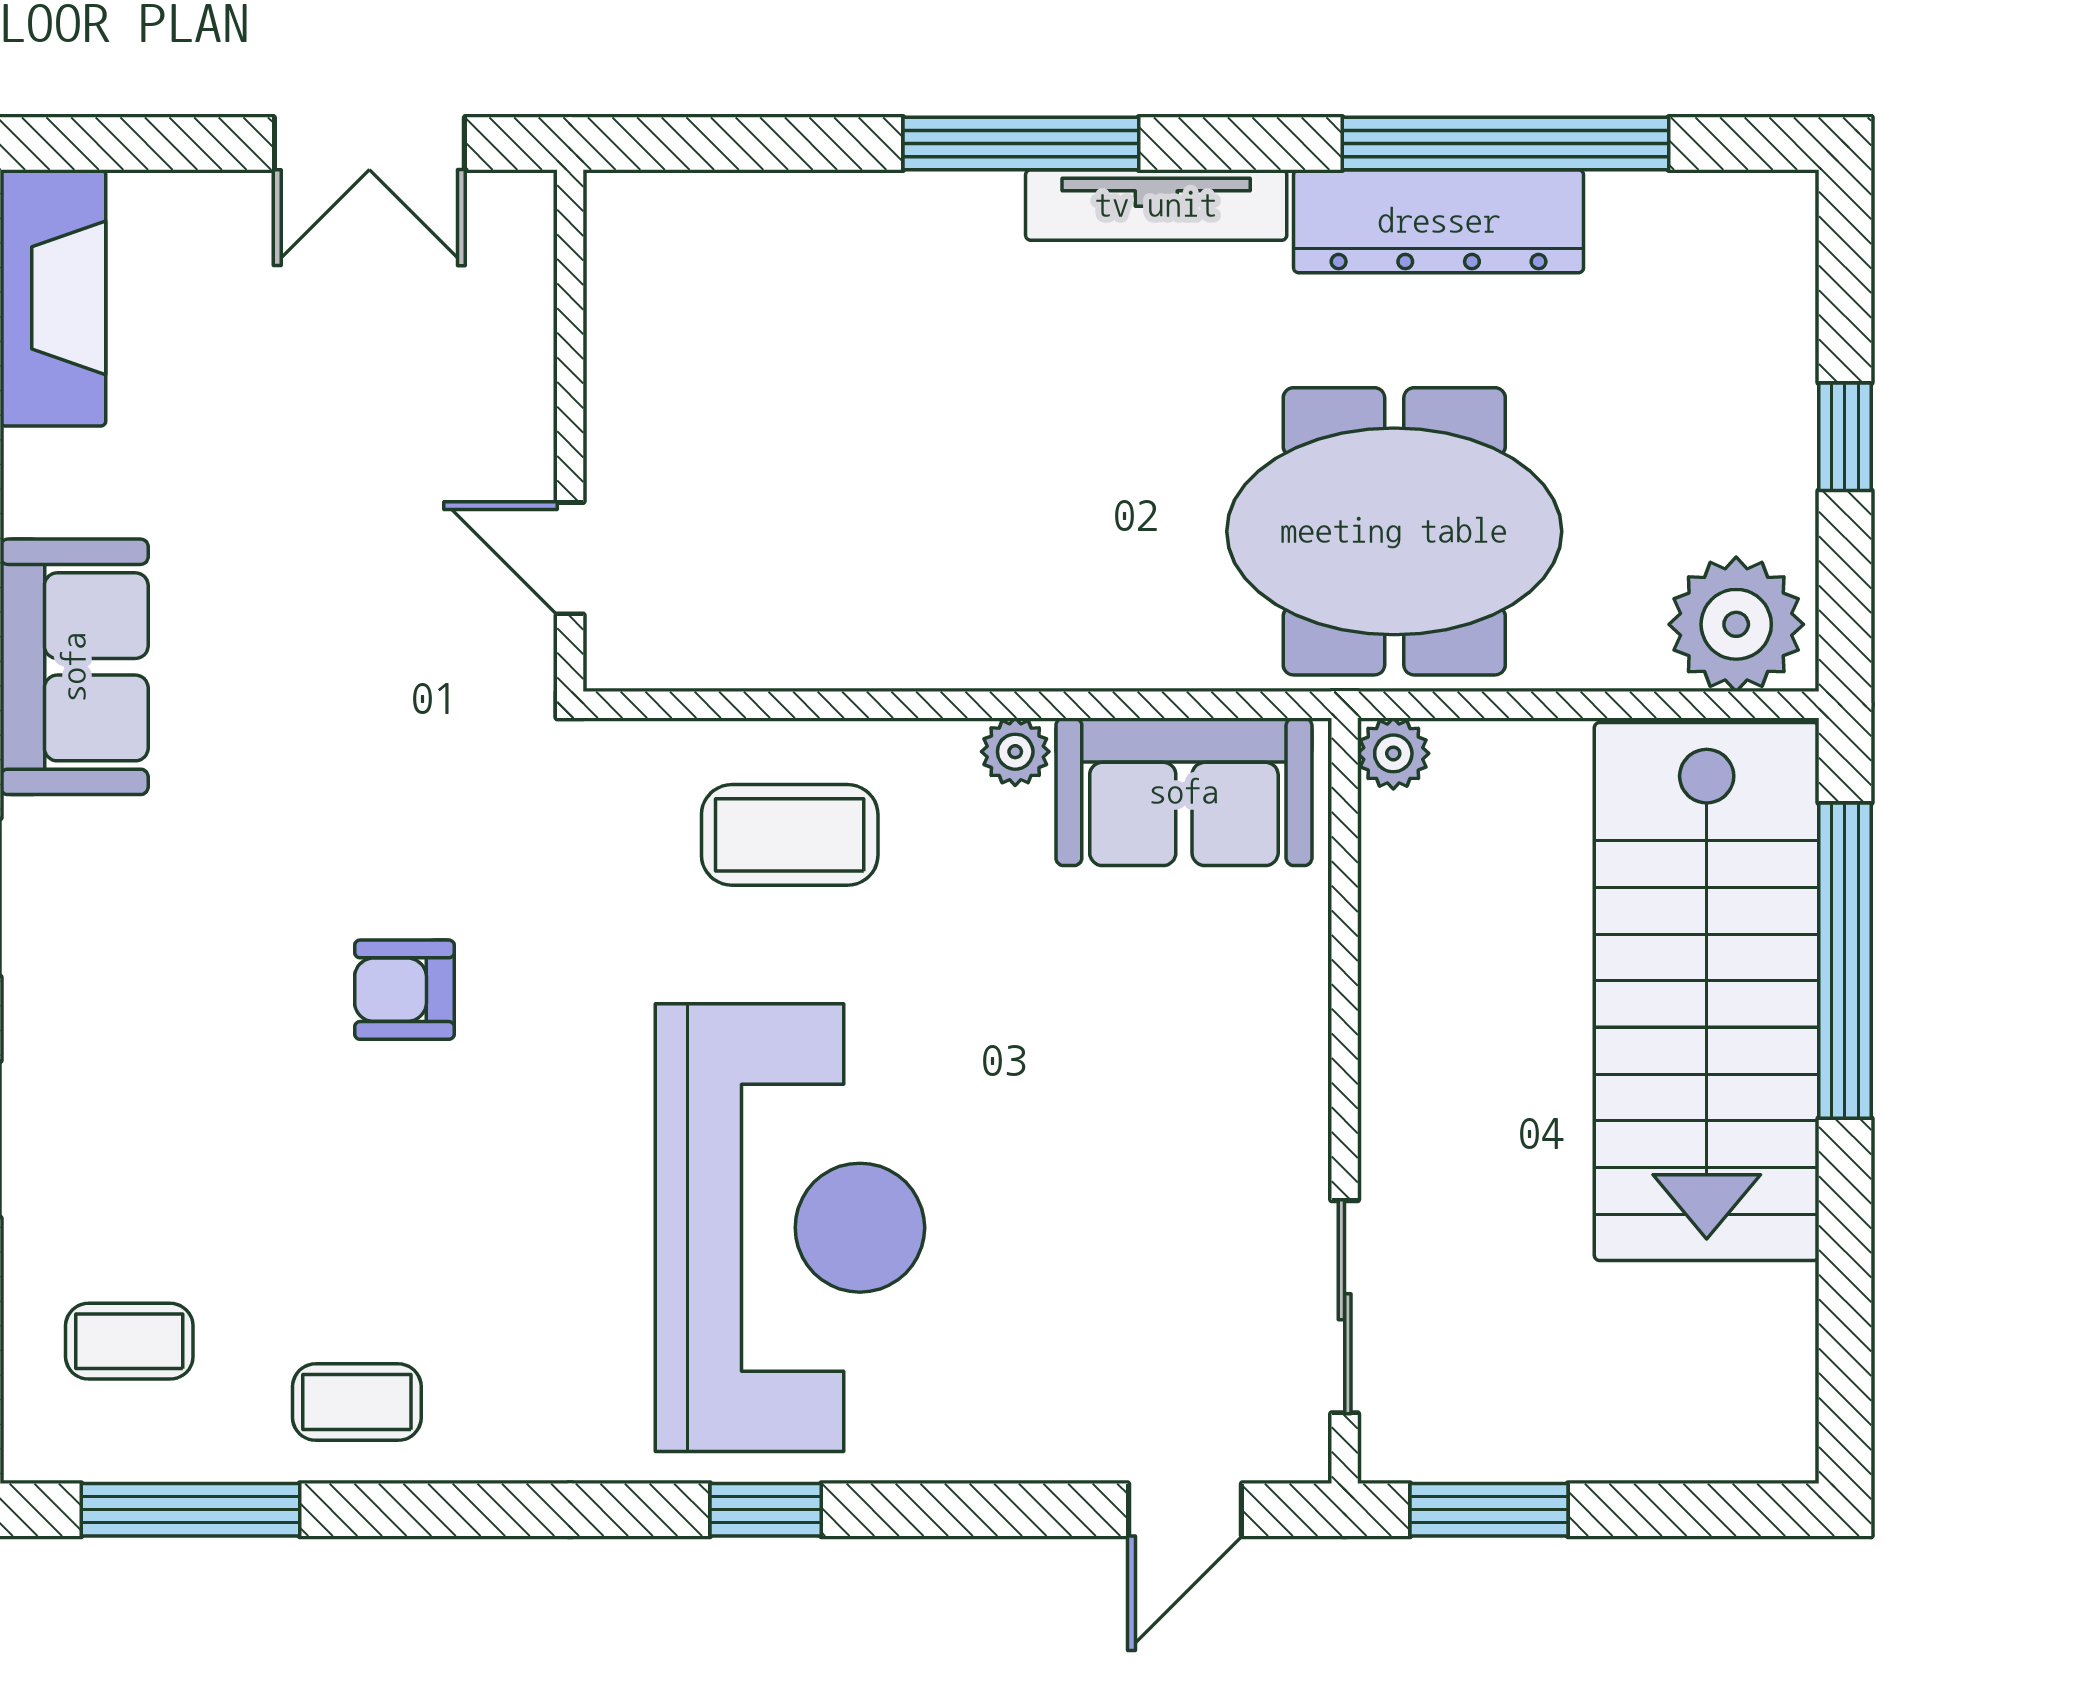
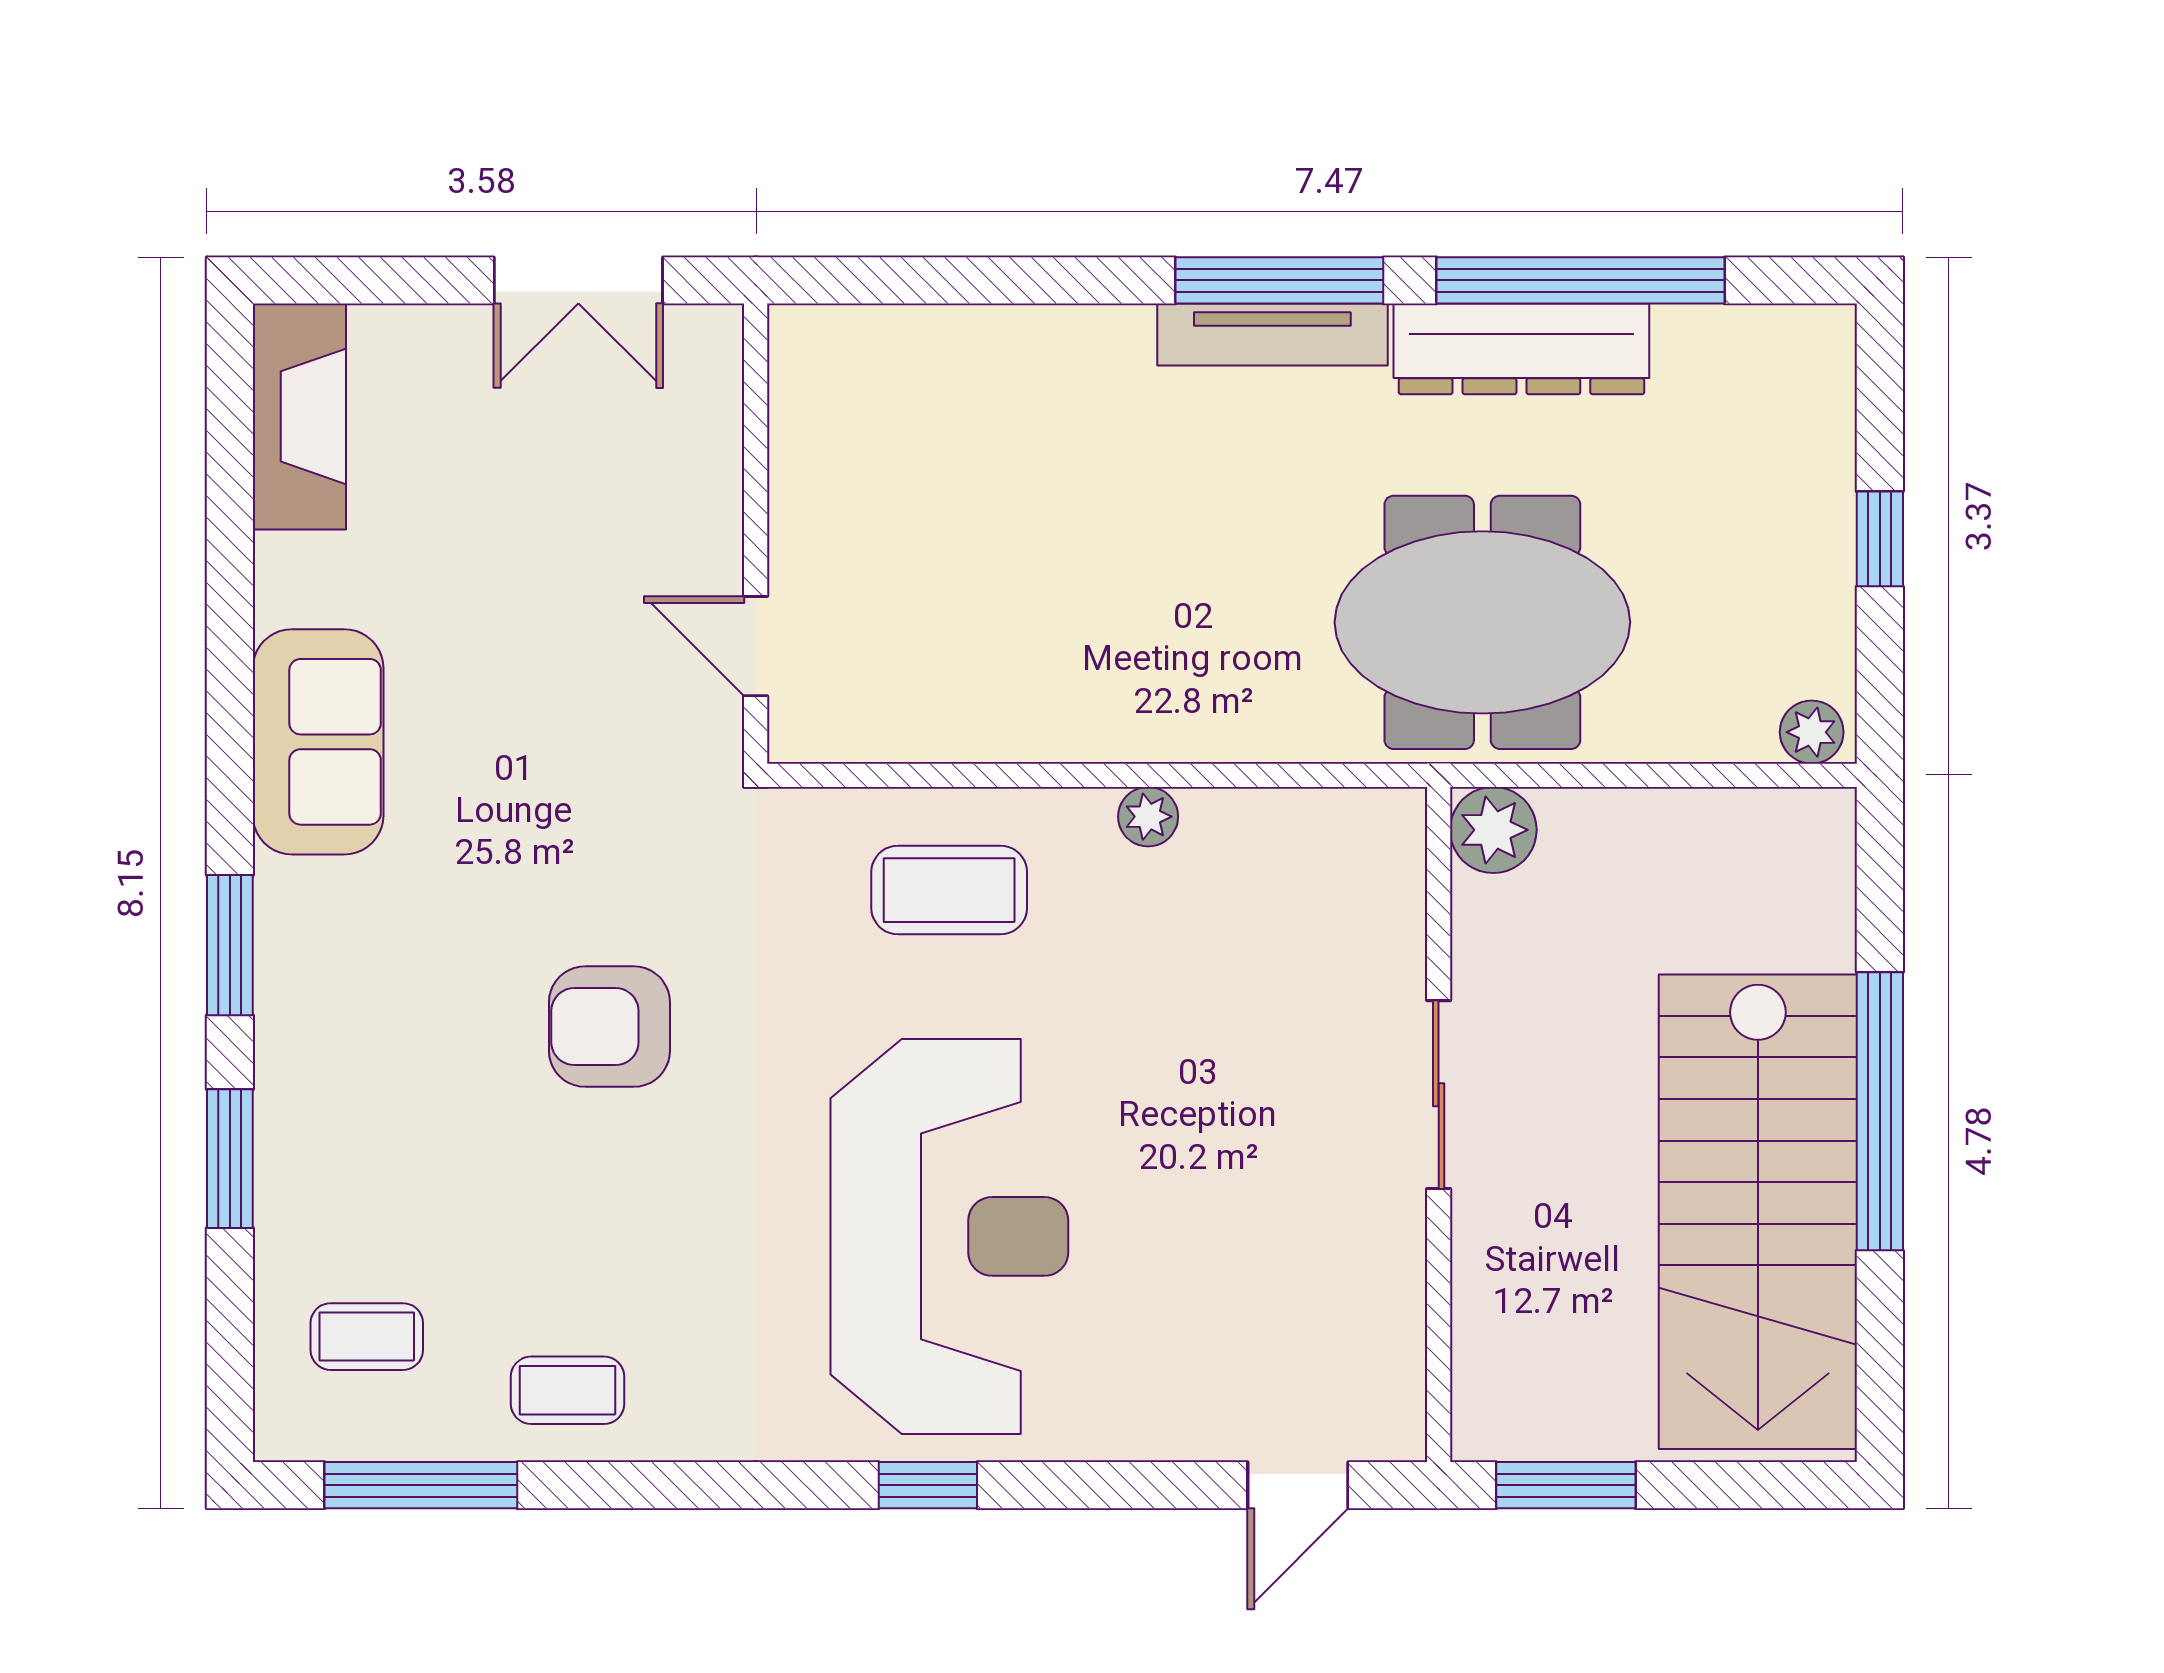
window: (1021, 143) -> (1279, 280), moved
plant: (1736, 624) -> (1812, 732), width x0.53, depth x0.53
plant: (1393, 753) -> (1493, 830), width x1.38, depth x1.38
sofa: (1184, 792) -> (1297, 852), removed
window: (1845, 961) -> (1880, 1111), moved
armchair: (404, 990) -> (609, 1027), width x1.38, depth x1.38
stairs: (1707, 991) -> (1758, 1212), moved
sliding door: (1345, 1307) -> (1439, 1095), moved

